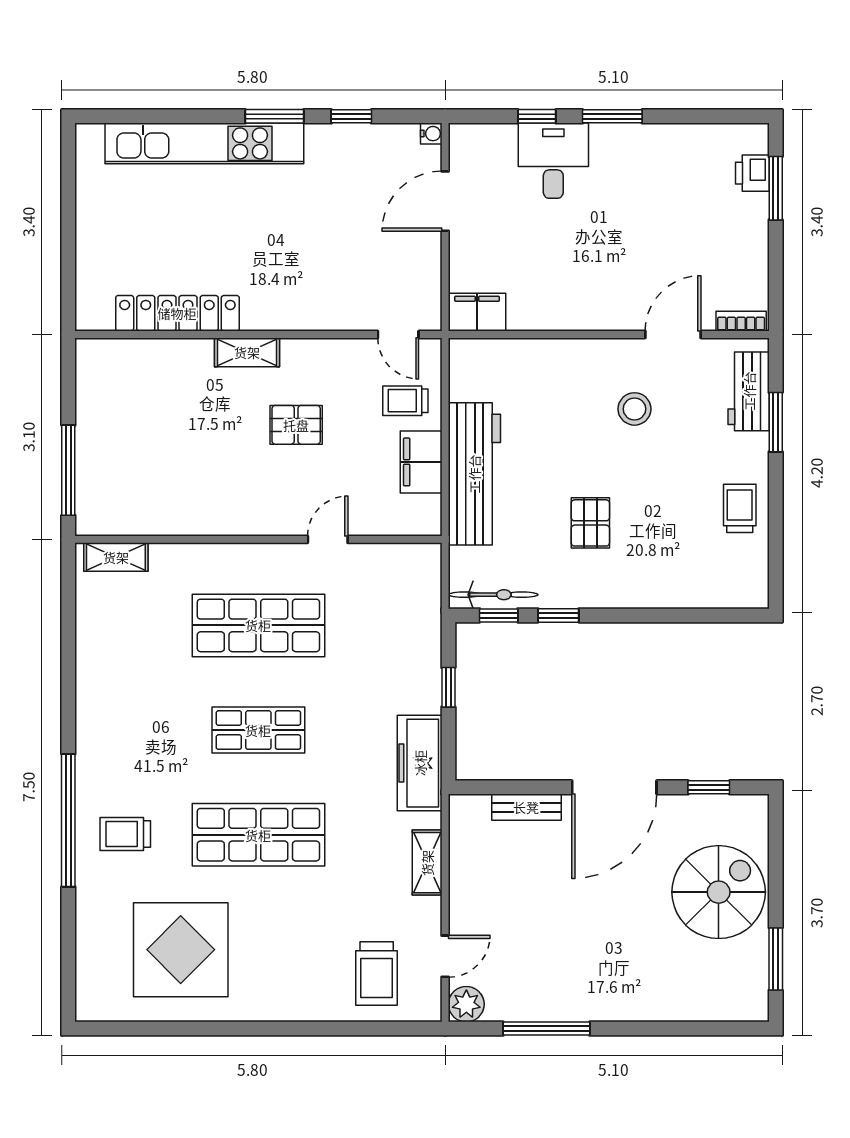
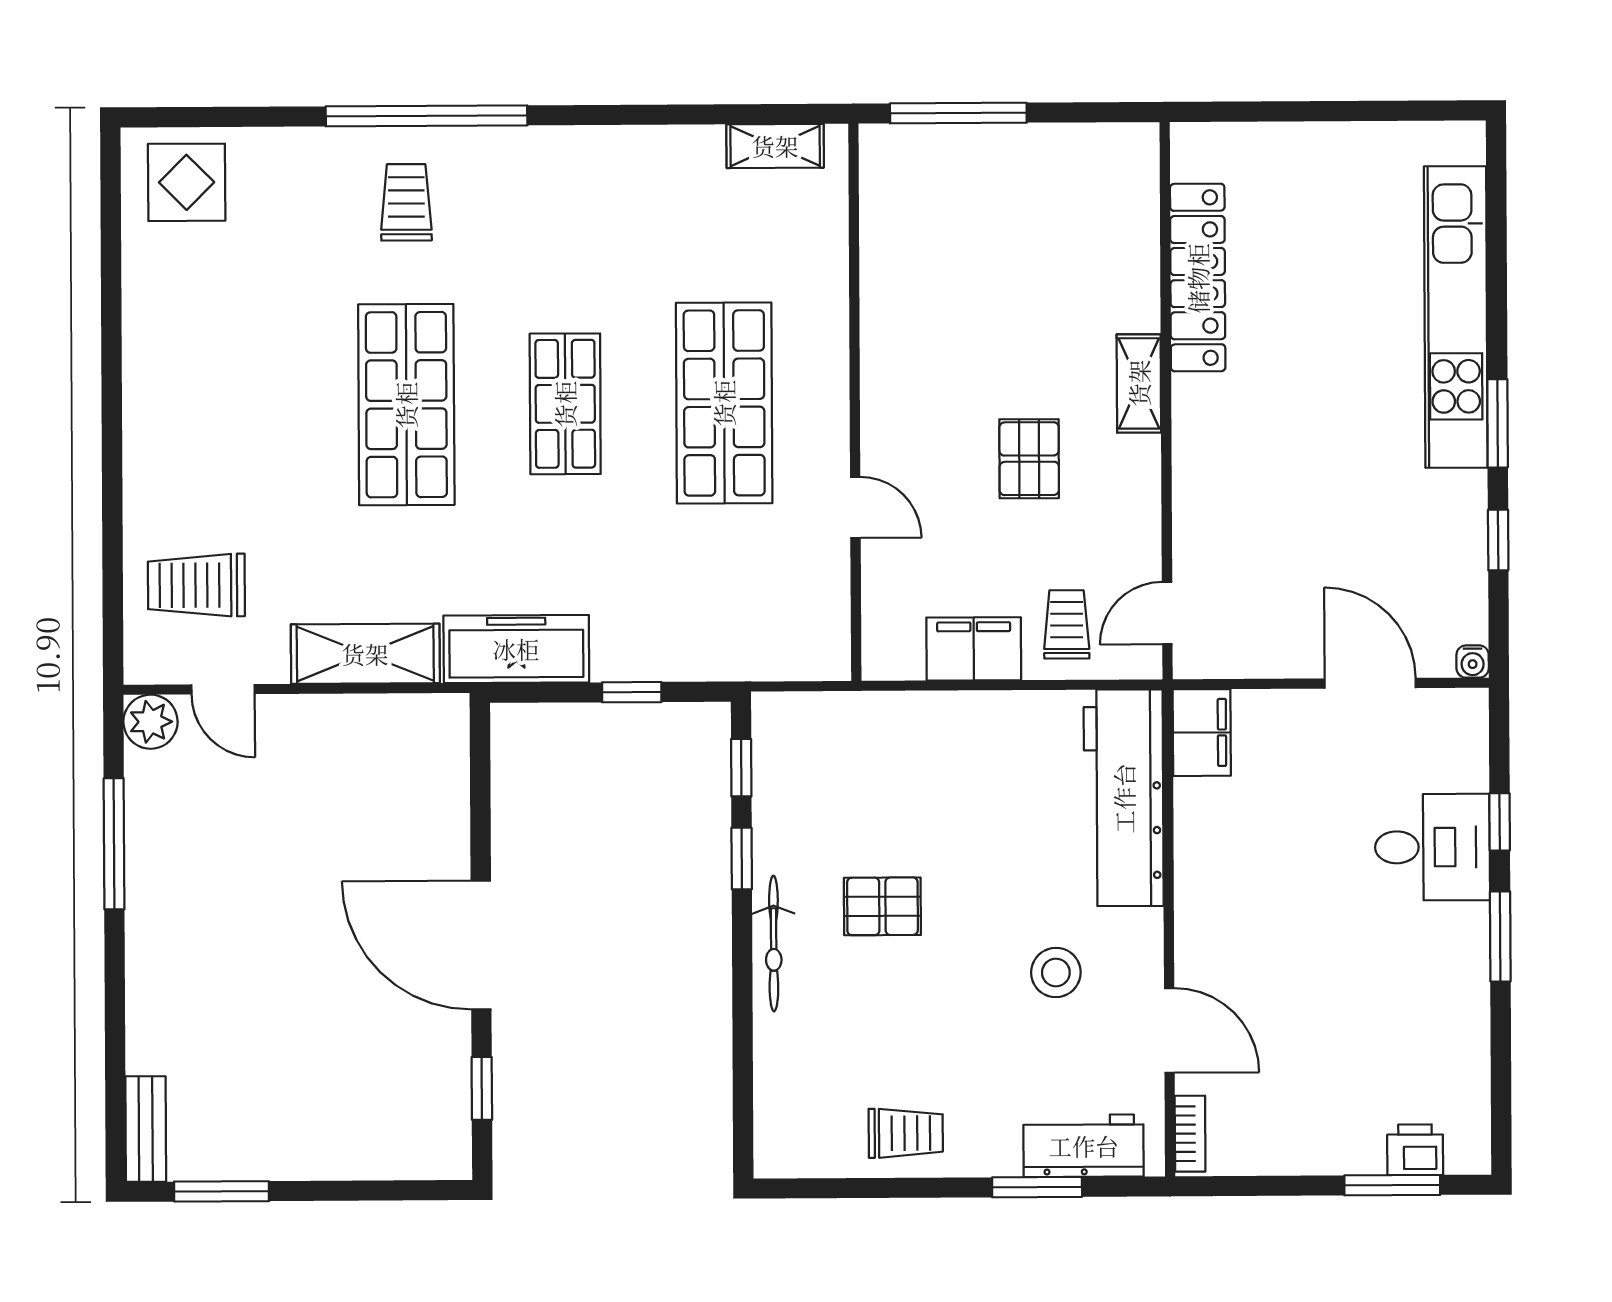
workbench: (474, 474) -> (1124, 798), moved, turned 90
shelving: (116, 557) -> (775, 146), moved, turned 90
bicycle: (493, 595) -> (774, 944), moved
bench: (526, 807) -> (146, 1129), moved
shelving: (427, 863) -> (365, 654), width x1.50, depth x1.33
spiral stairs: (719, 892) -> (323, 1104), removed
display table: (181, 950) -> (187, 182), moved, width x0.54, depth x0.54

